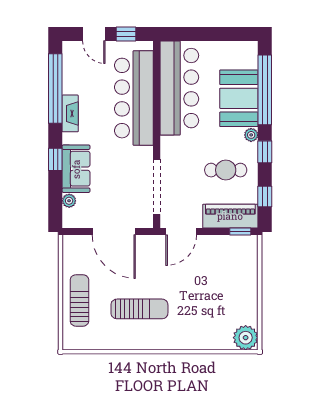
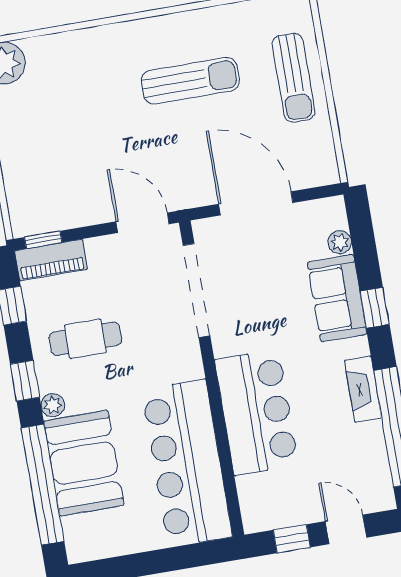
bar counter: (134, 98) -> (257, 412), width x0.73
piano: (230, 216) -> (51, 260), width x0.73, depth x0.75
door: (181, 232) -> (143, 223), hinge flipped
sun lounger: (139, 309) -> (190, 81), turned 180

